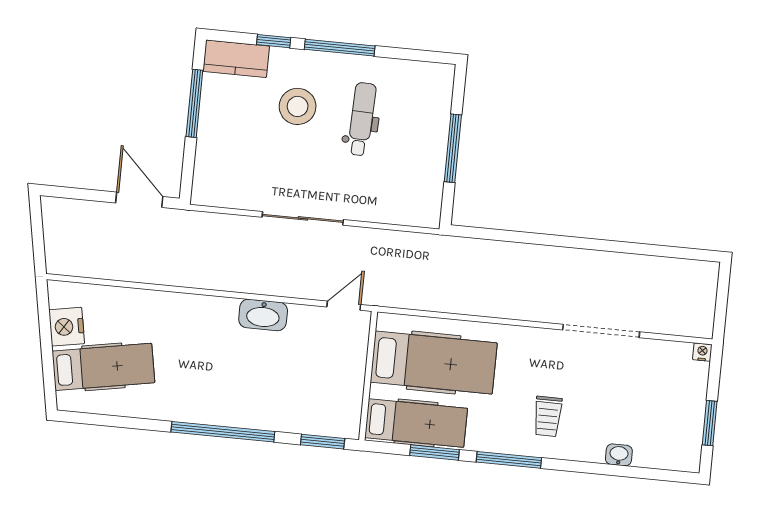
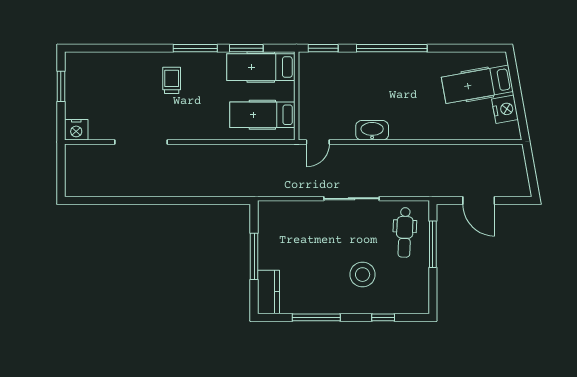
window: (340, 48) -> (316, 317), moved
kitchen counter: (236, 59) -> (268, 292), moved, turned 90
window: (194, 103) -> (433, 244), moved
dental chair: (362, 119) -> (405, 232), moved
door: (139, 200) -> (479, 200), moved
nightstand: (702, 352) -> (76, 130), width x1.89, depth x1.79
hospital bed: (434, 363) -> (262, 115), width x0.73, depth x0.78
washbasin: (619, 455) -> (121, 59), removed

